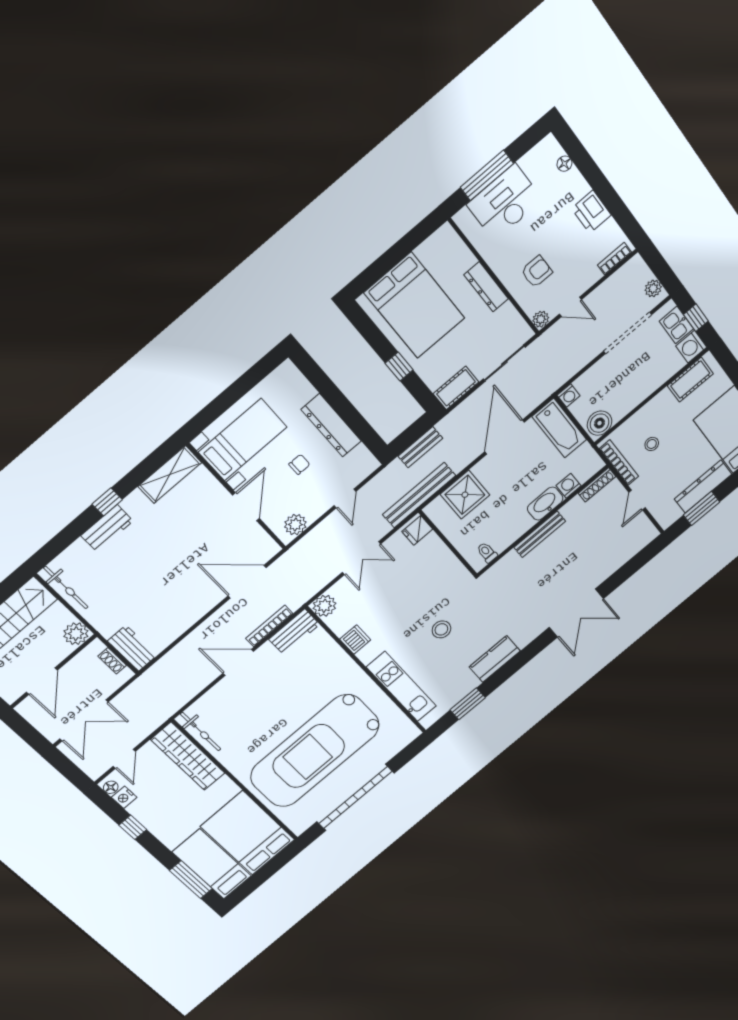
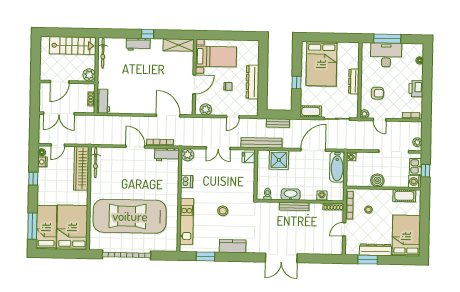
boiler: (600, 423) -> (377, 180), moved
washbasin: (545, 504) -> (291, 194), moved

